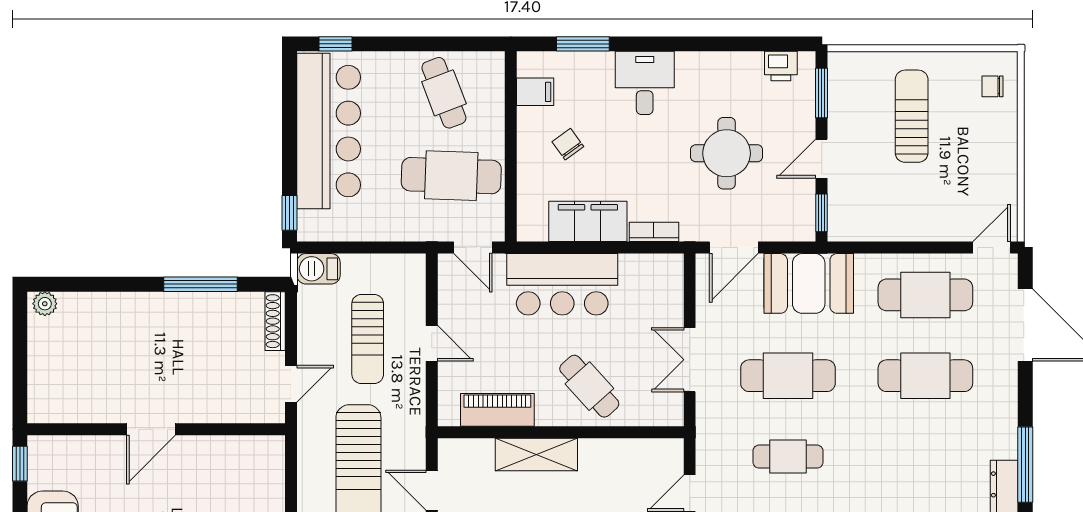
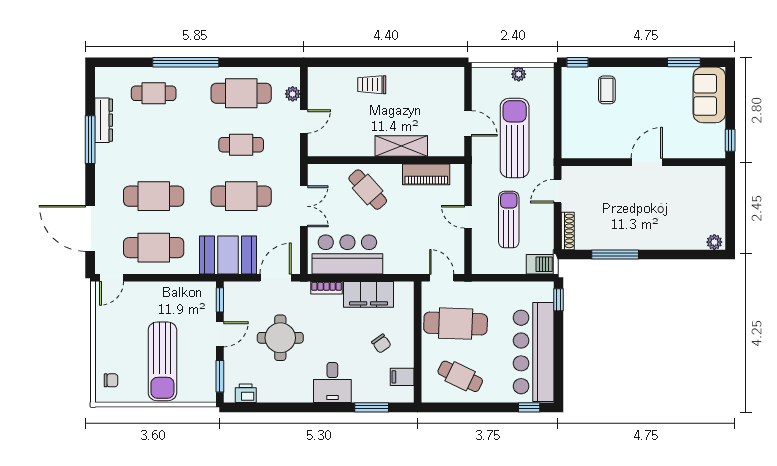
cafe table: (444, 93) -> (460, 376), turned -43
sun lounger: (912, 116) -> (162, 361), width x1.36, depth x1.34
bar counter: (562, 284) -> (347, 254), moved

